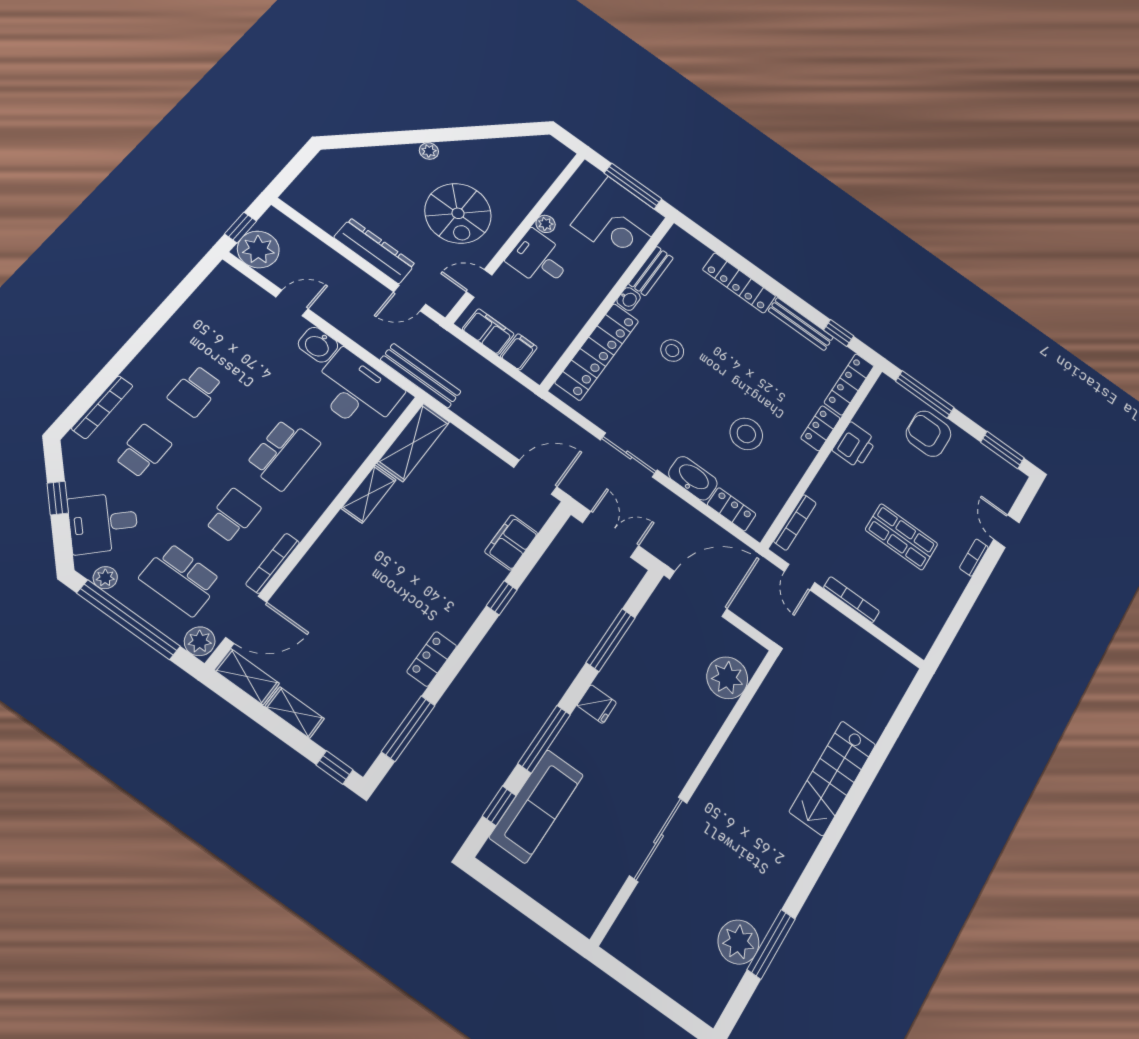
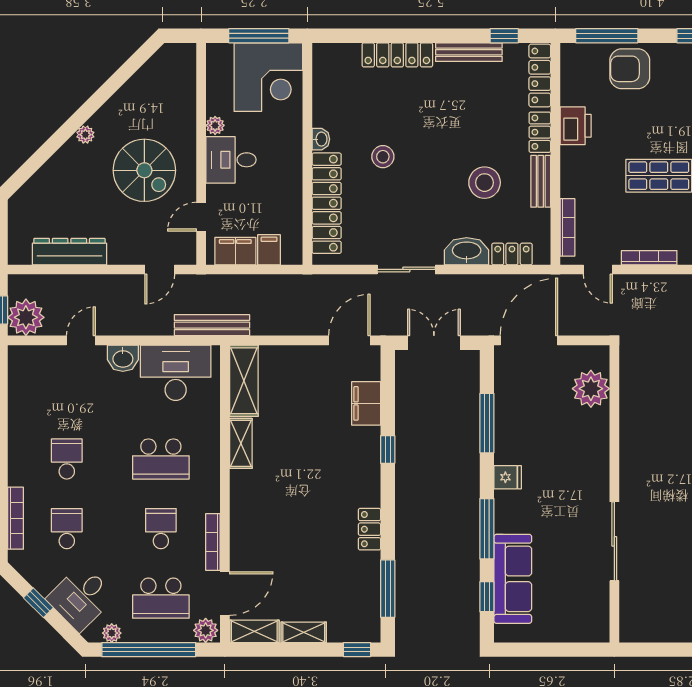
dresser: (375, 251) -> (69, 252), moved
bench: (651, 271) -> (541, 181), moved
school desk: (195, 391) -> (67, 459), turned 180
school desk: (283, 454) -> (161, 459), turned 90

